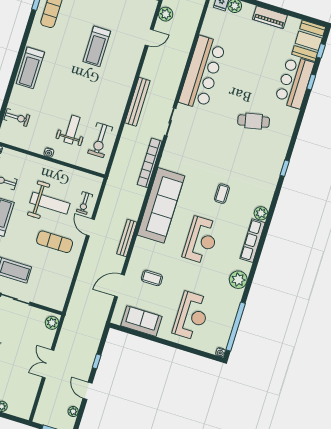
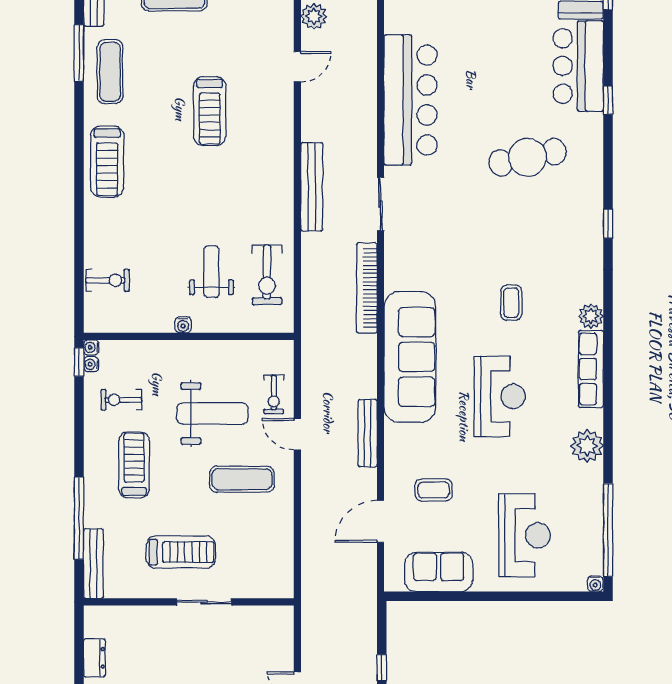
treadmill: (30, 68) -> (107, 162), moved
window: (311, 82) -> (608, 100), moved
cafe table: (254, 121) -> (527, 157), width x1.37, depth x1.35
plant: (52, 323) -> (282, 624), removed

